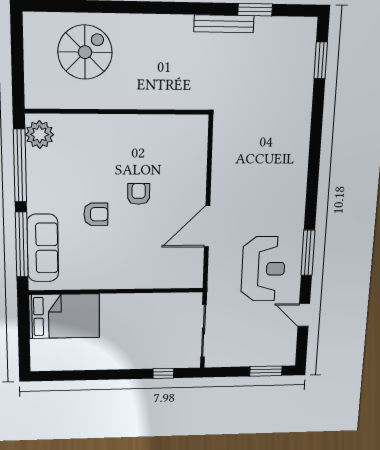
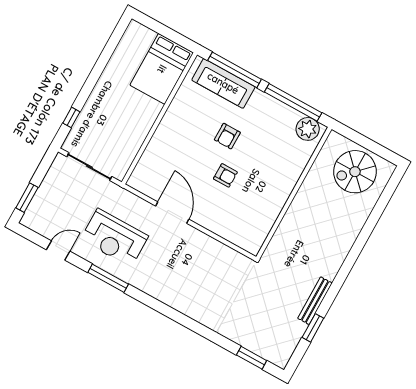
spiral stairs: (85, 52) -> (355, 172), moved, turned 90

